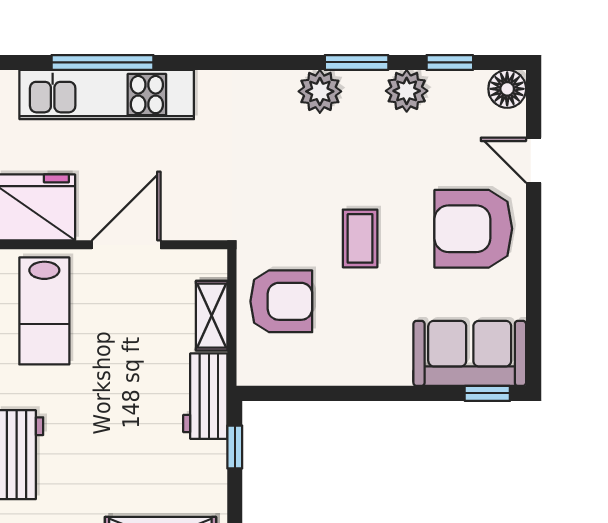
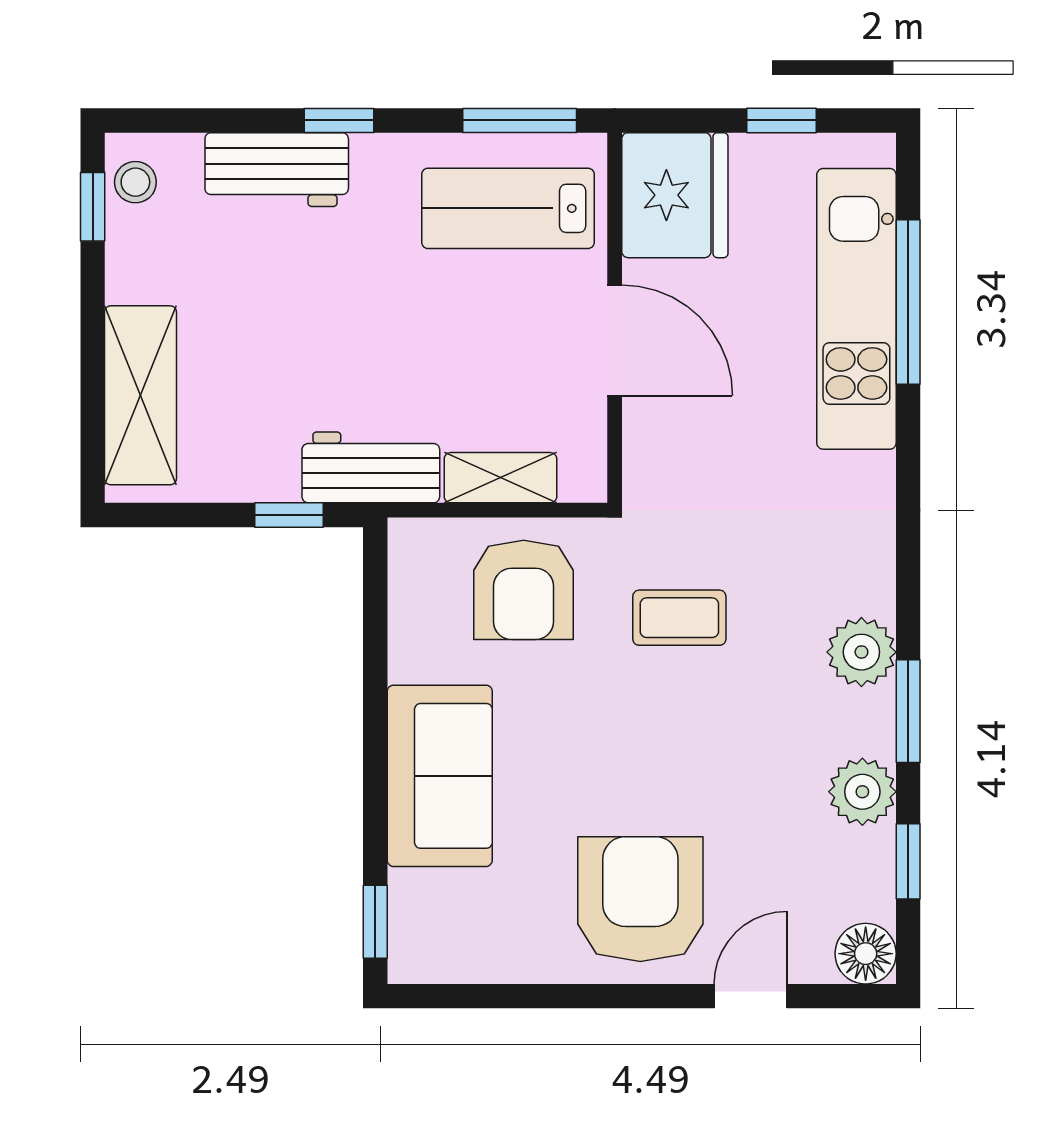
coffee table: (360, 238) -> (679, 618), moved
sofa: (470, 353) -> (440, 776), moved

